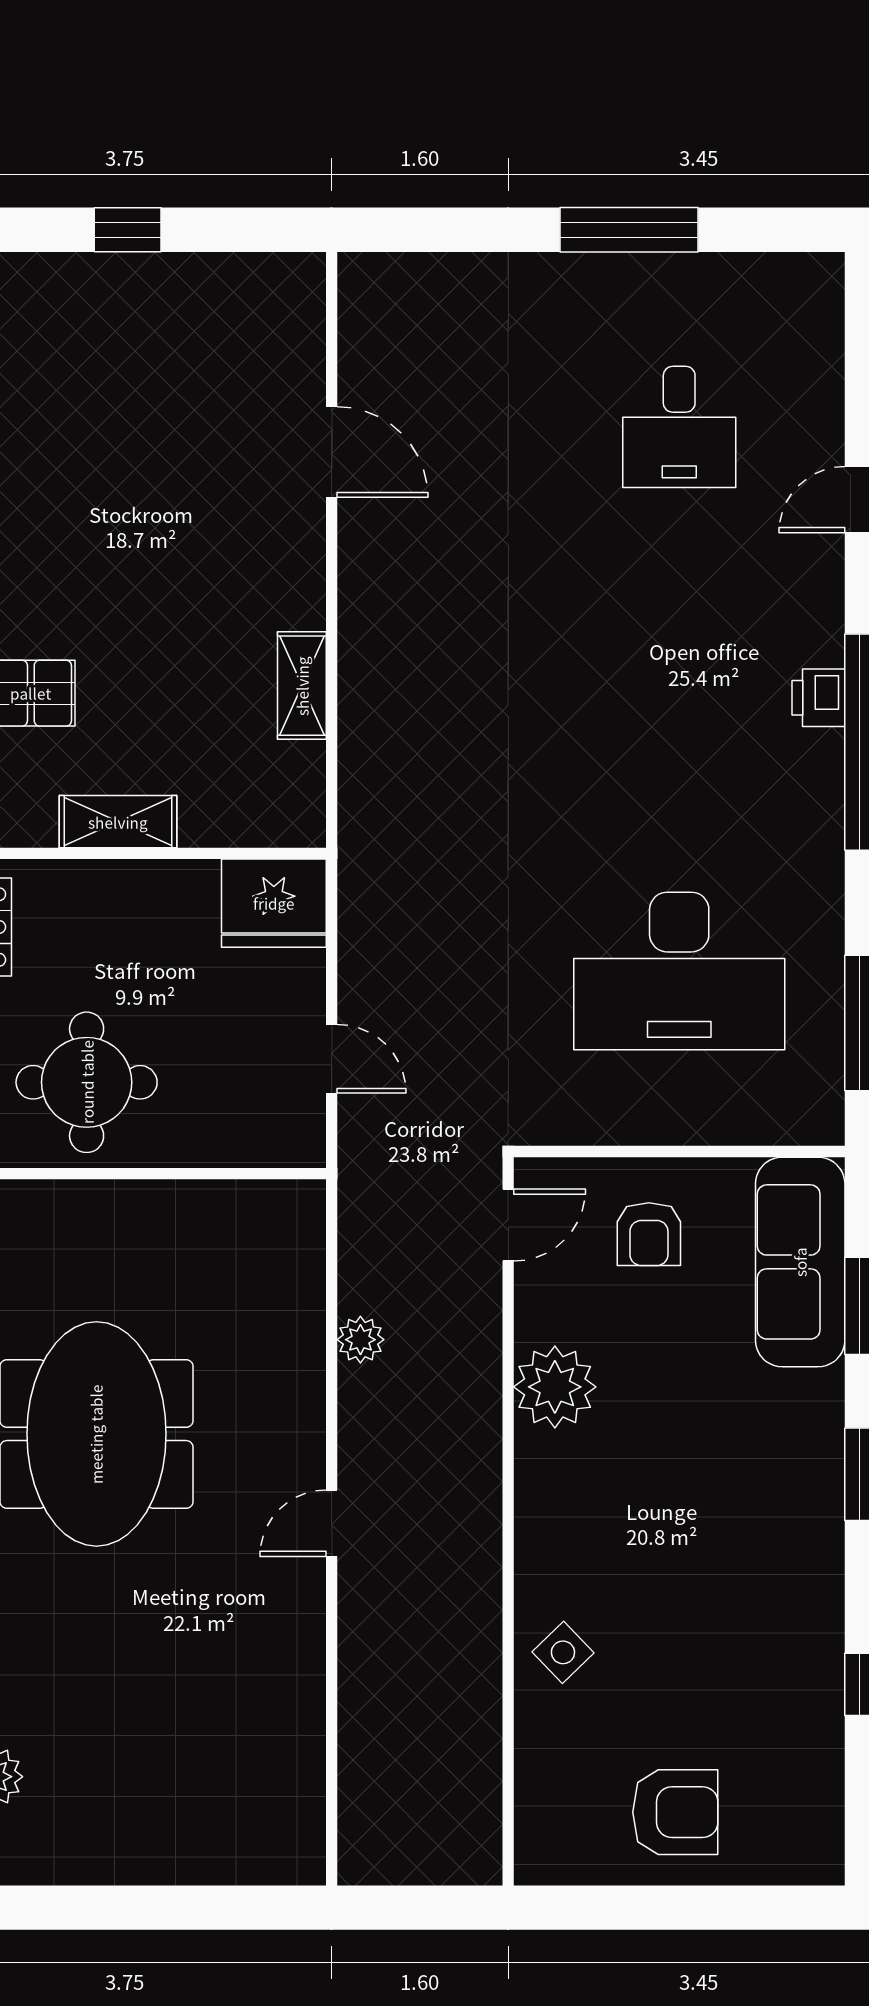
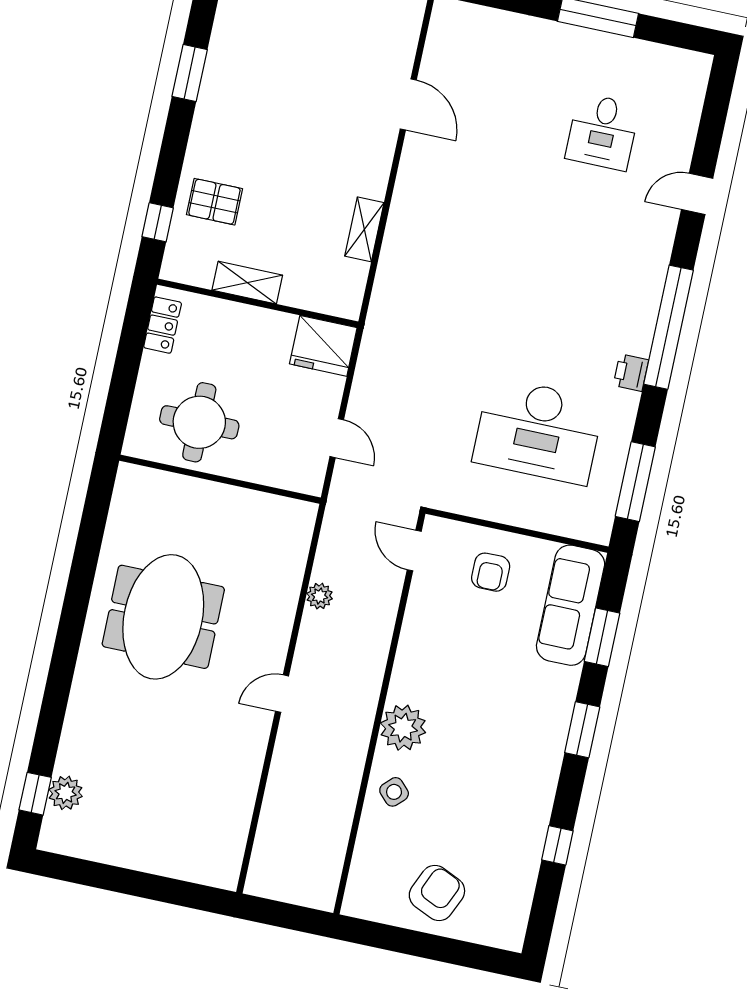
printer: (818, 698) -> (631, 373), moved
door: (508, 1225) -> (414, 550), swing flipped
plant: (555, 1387) -> (403, 728), moved
armchair: (675, 1812) -> (437, 893), turned -66

